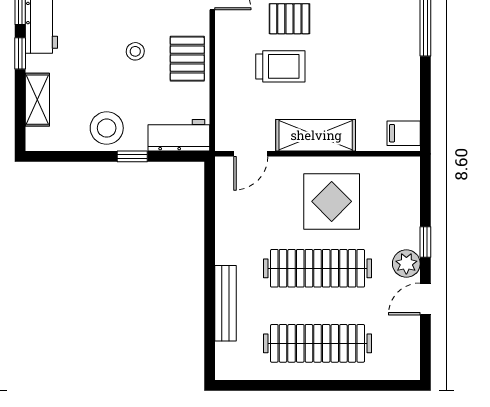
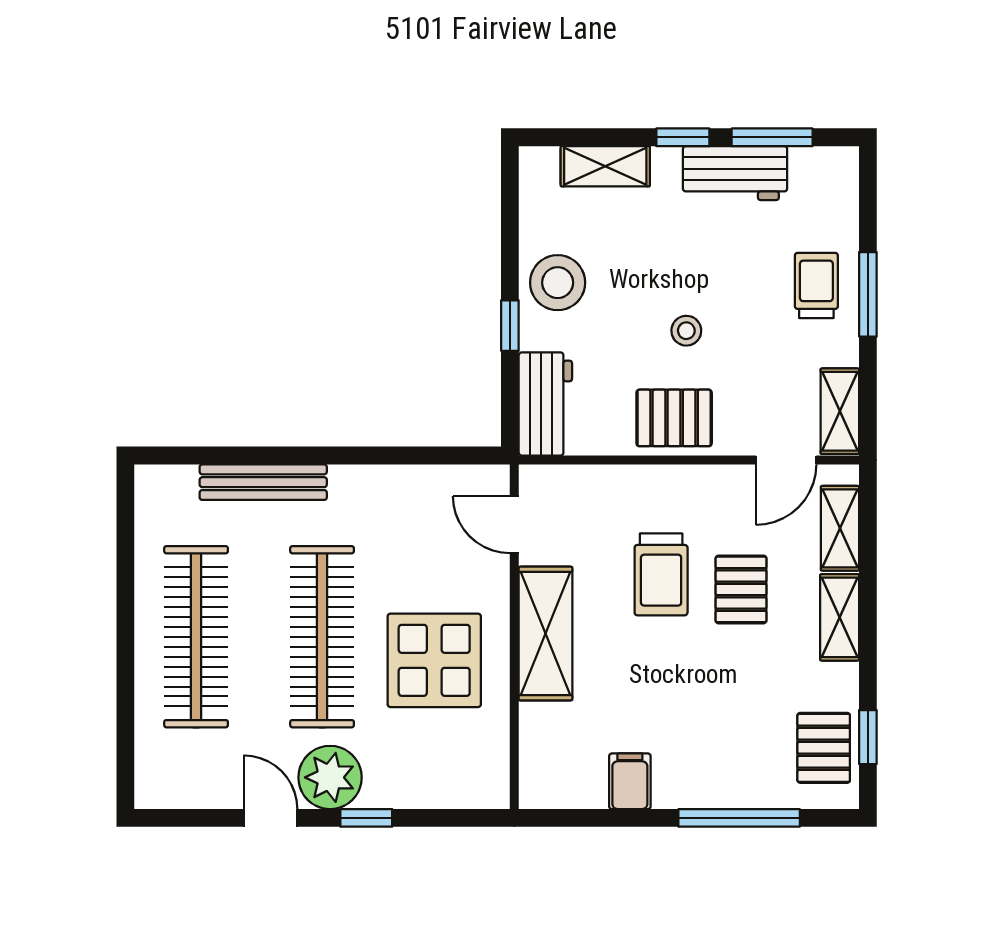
filing cabinet: (404, 133) -> (630, 781), moved
plant: (406, 264) -> (330, 777), width x1.36, depth x1.36

